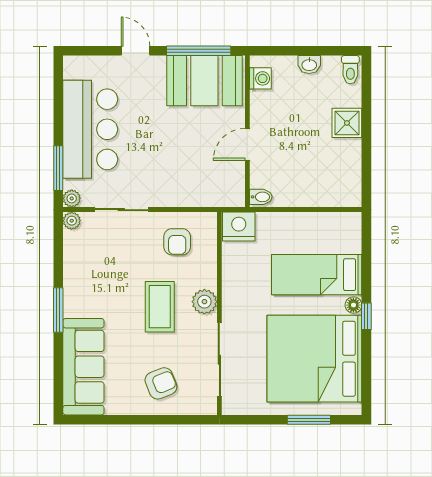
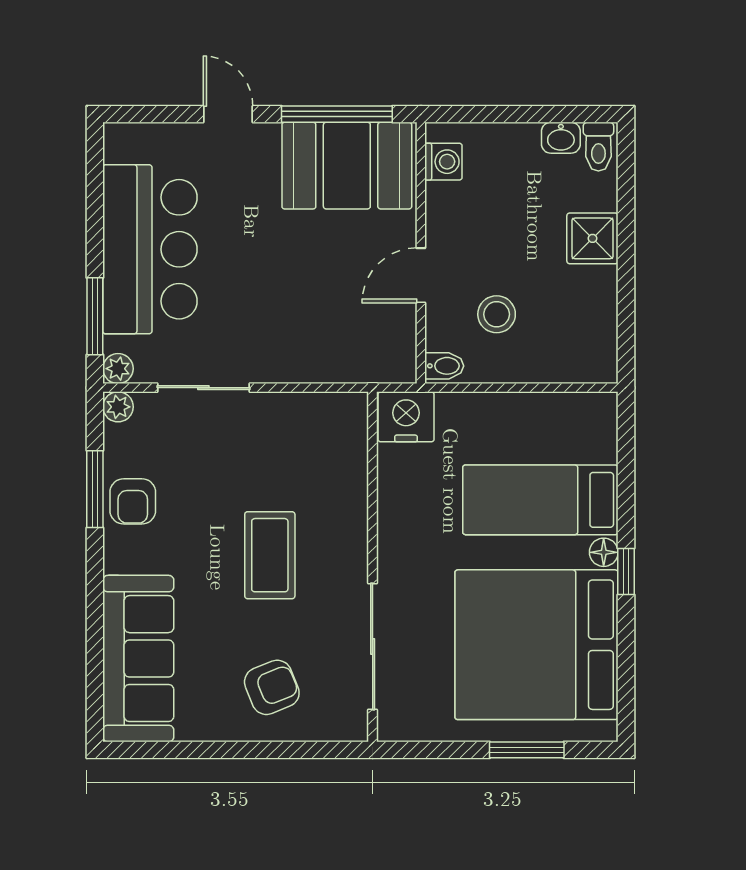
washbasin: (309, 65) -> (561, 138), moved
stool: (291, 167) -> (497, 314), added
armchair: (177, 242) -> (133, 501), moved
plant: (204, 302) -> (347, 546), removed
window: (58, 310) -> (95, 489), moved

